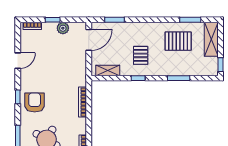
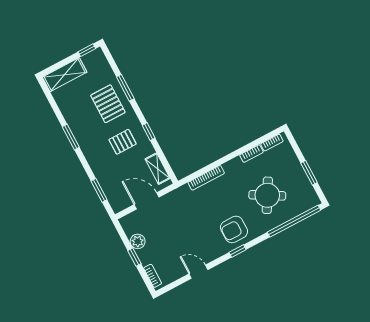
window: (190, 20) -> (71, 137), moved
door: (89, 40) -> (147, 201), moved
pallet: (178, 41) -> (108, 104), moved

